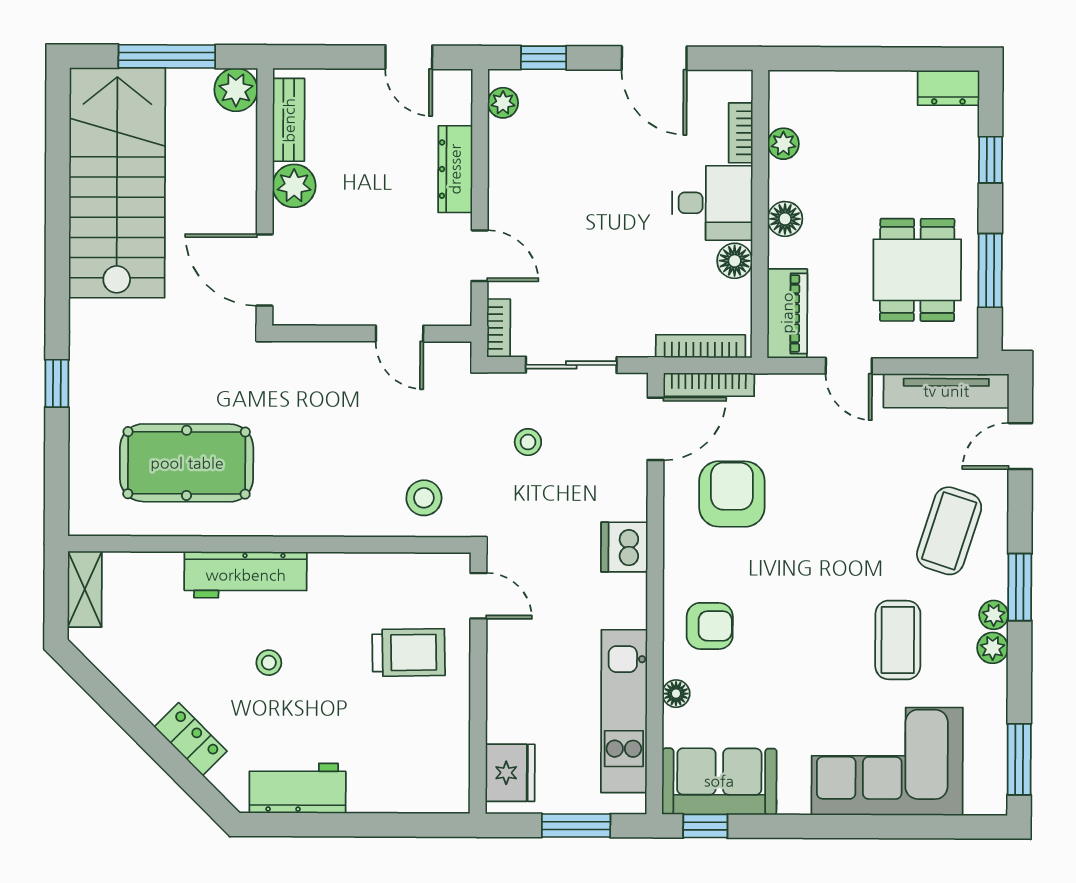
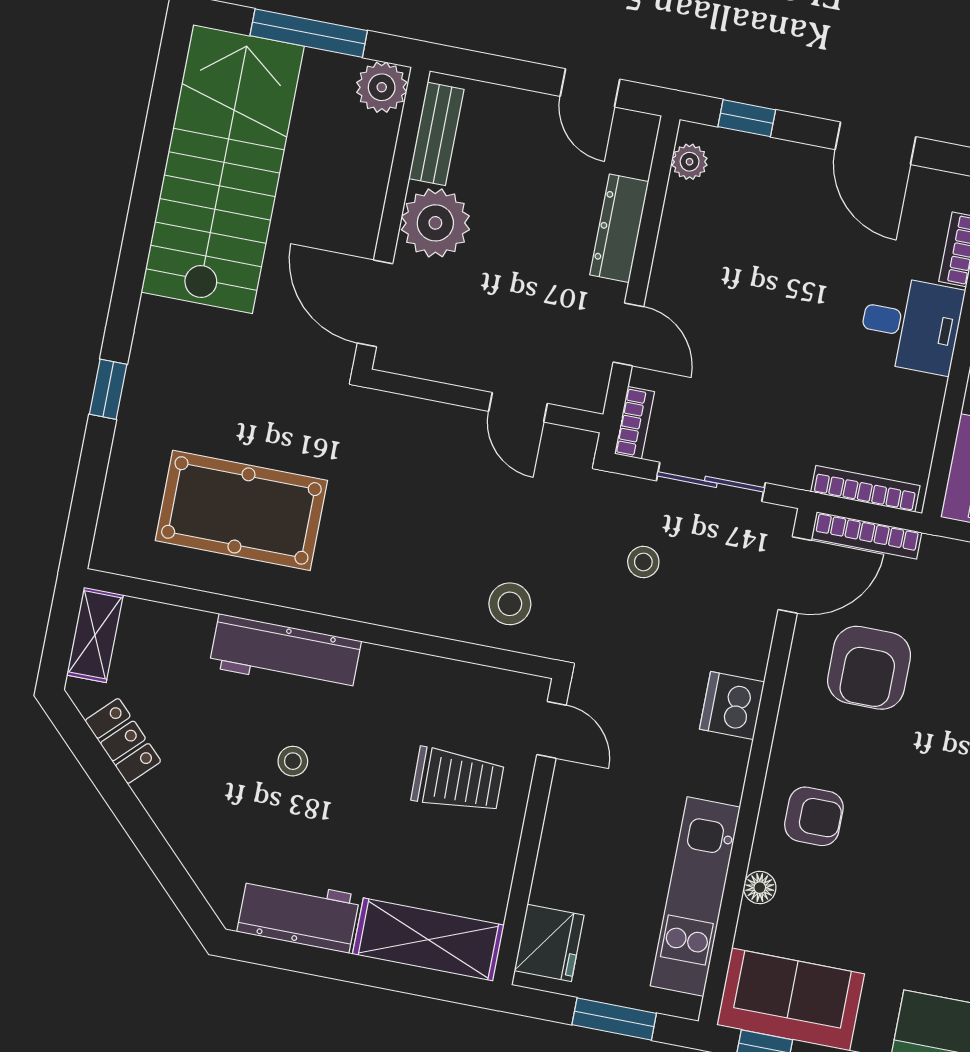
plant: (294, 186) -> (435, 223), width x1.36, depth x1.36
floor lamp: (735, 261) -> (924, 397), removed
armchair: (732, 494) -> (869, 668), turned 180
locker: (191, 739) -> (123, 741), moved
shelving: (409, 789) -> (428, 940), added

